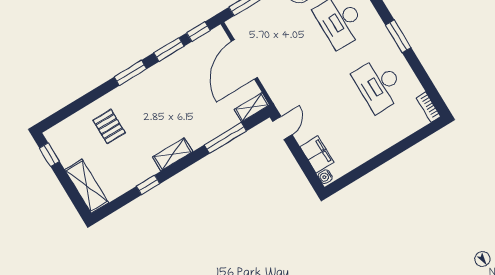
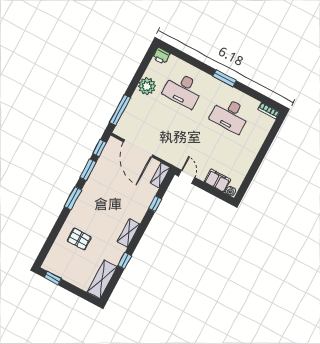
window: (225, 138) -> (155, 204), width x0.46
shelving: (87, 186) -> (102, 279), moved, turned 90

